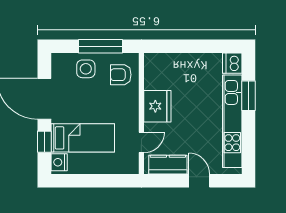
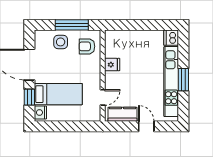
window: (249, 96) -> (183, 80), moved
fridge: (157, 106) -> (112, 65), width x0.53, depth x0.75

